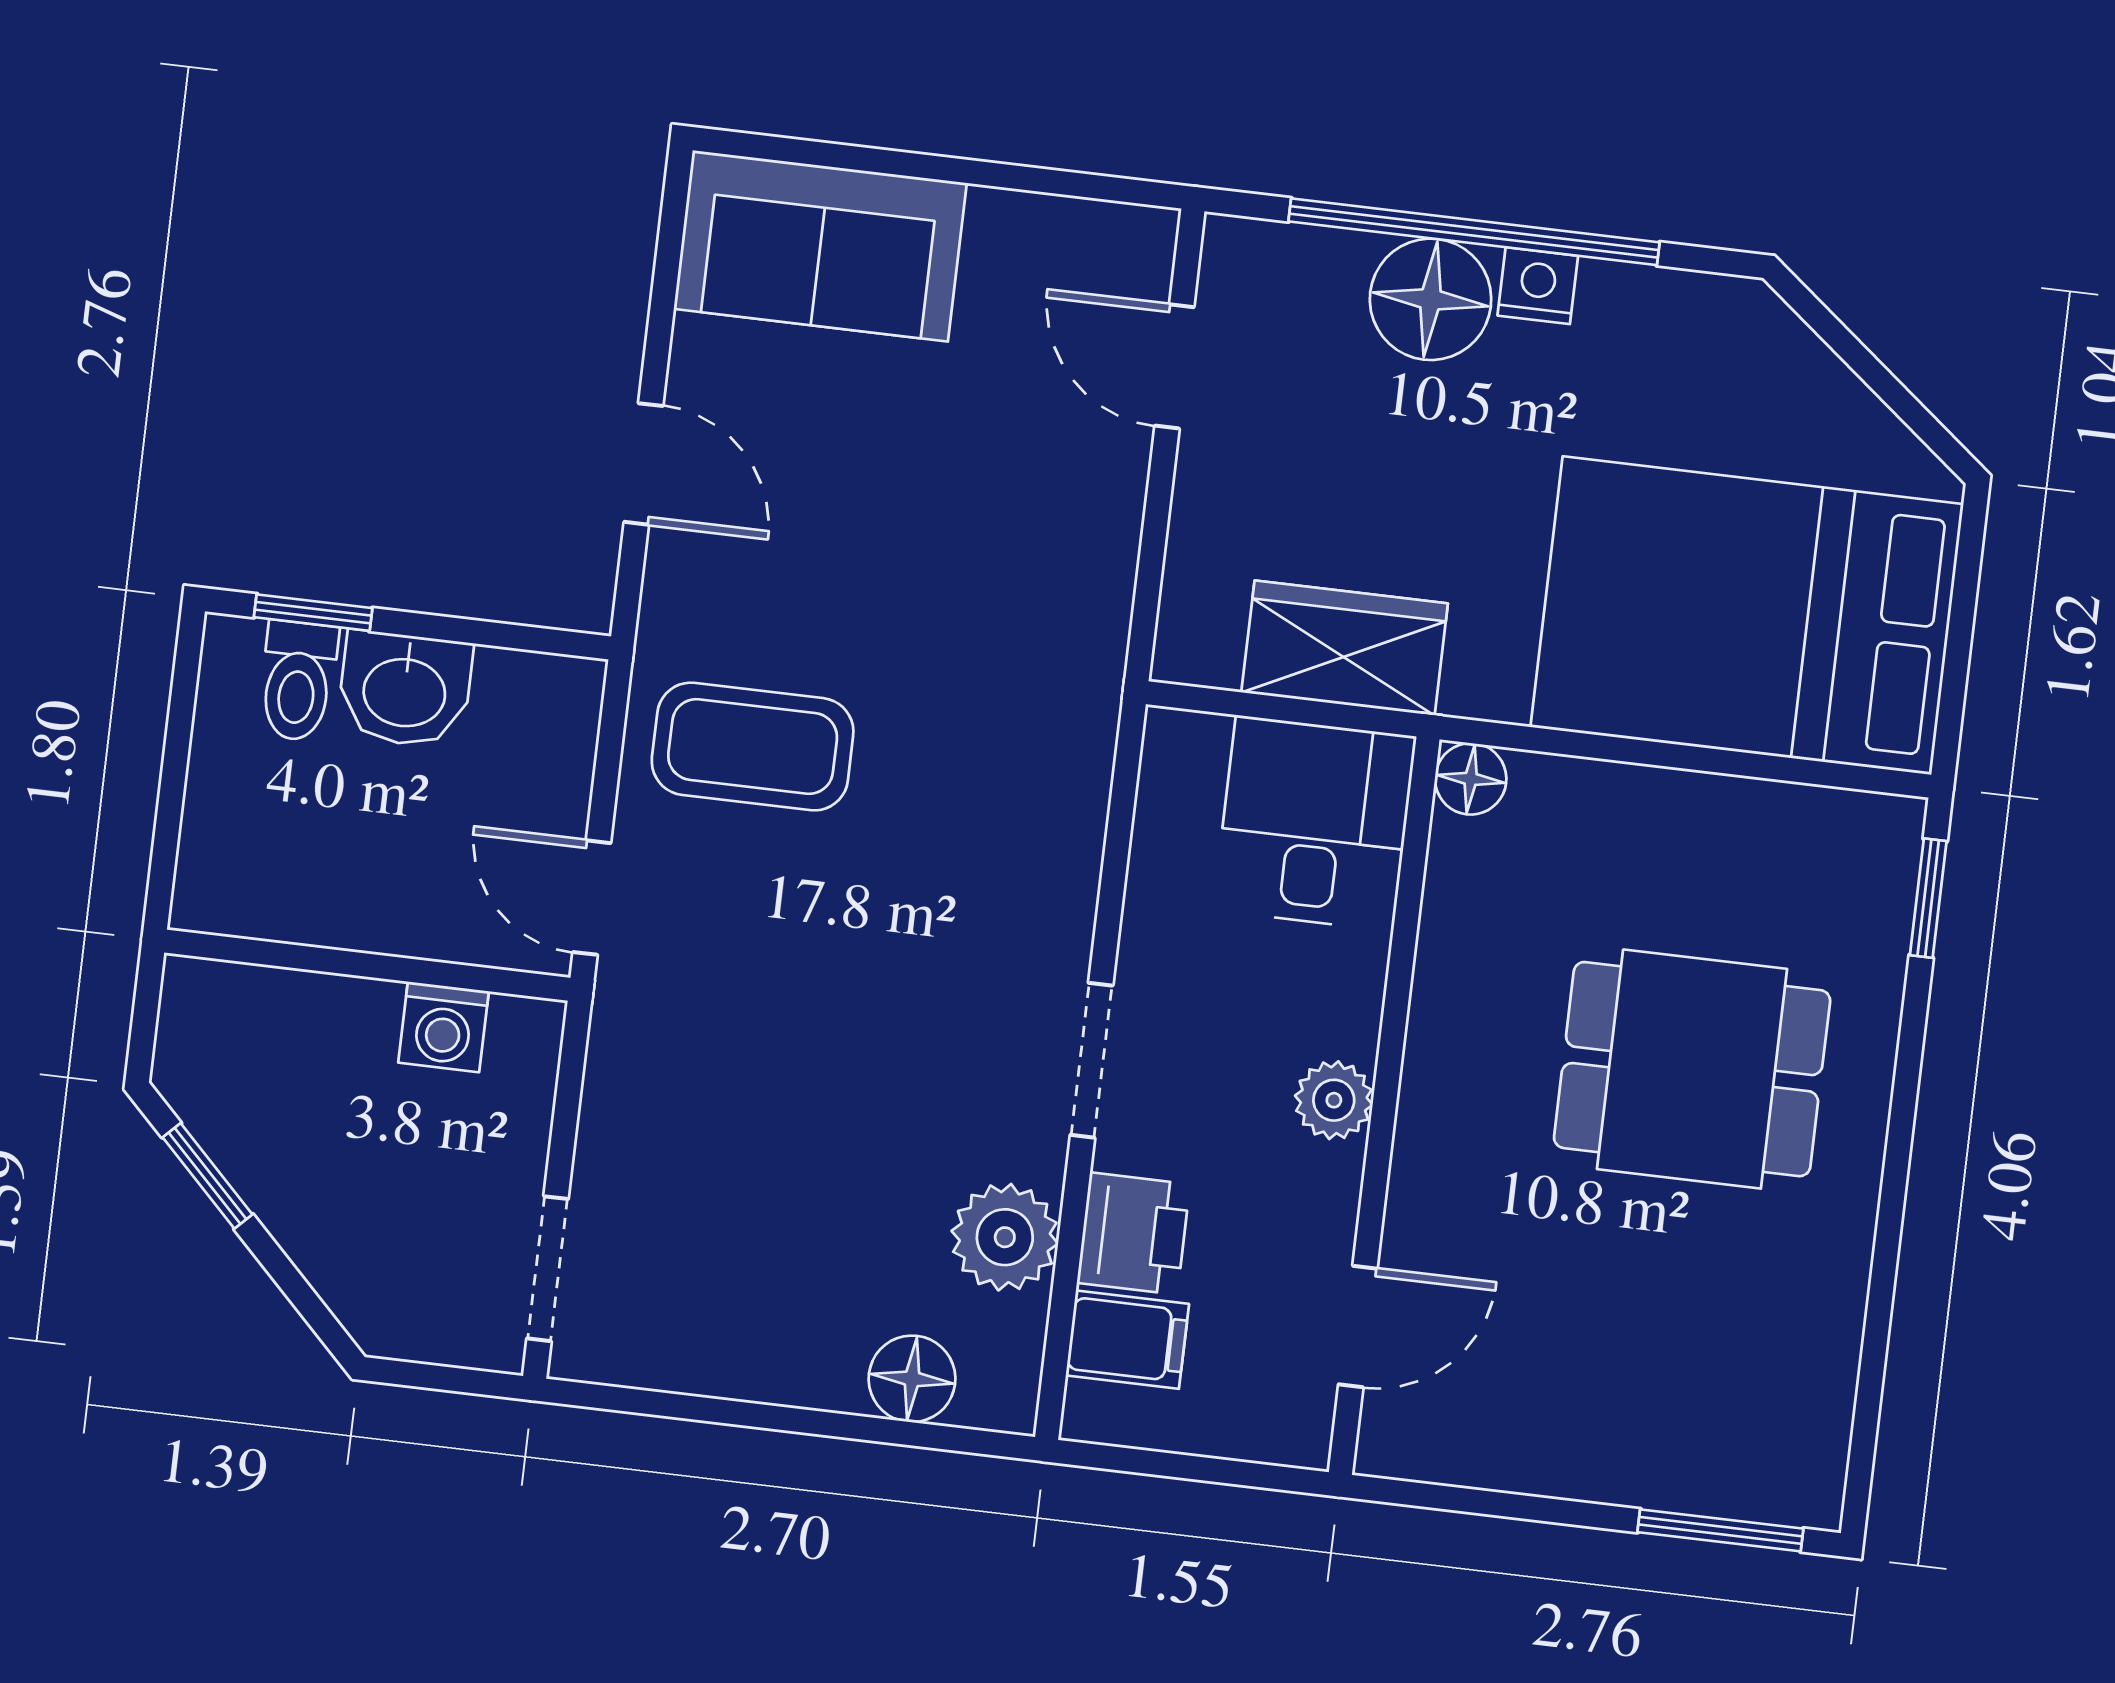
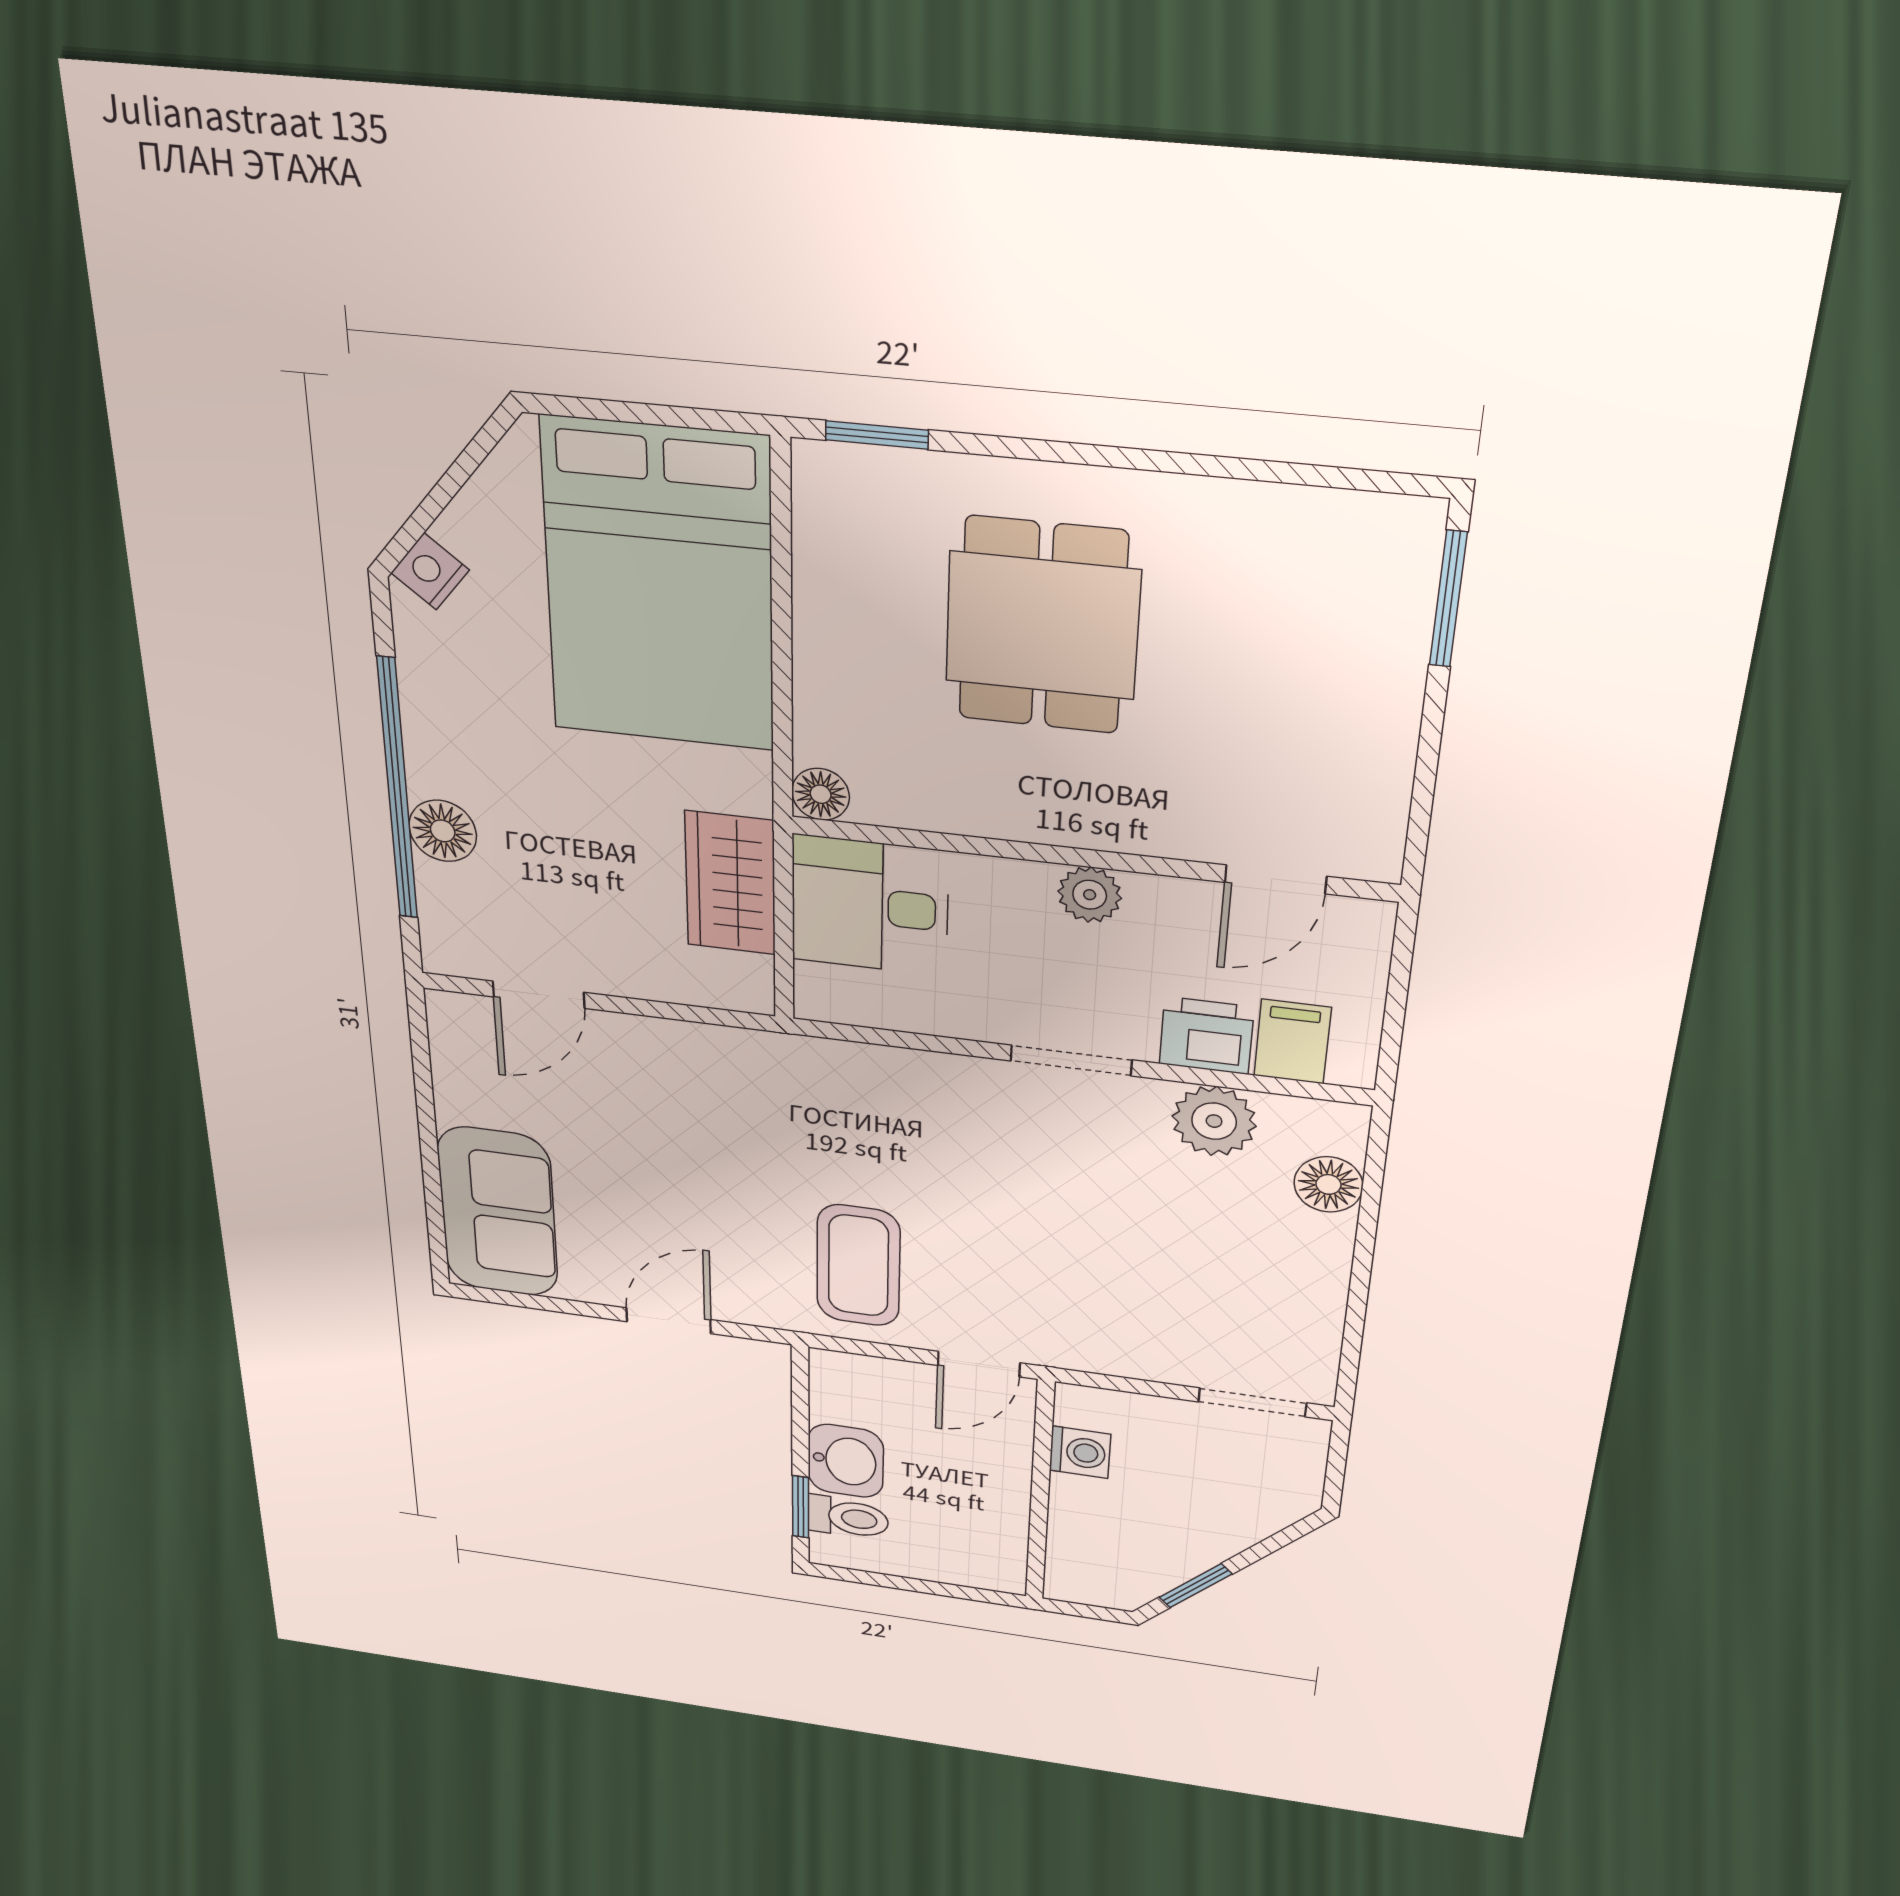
nightstand: (1538, 286) -> (430, 571), moved, turned 39
floor lamp: (1431, 299) -> (443, 831), width x0.73, depth x0.73
door: (1358, 1326) -> (1276, 879), swing flipped

